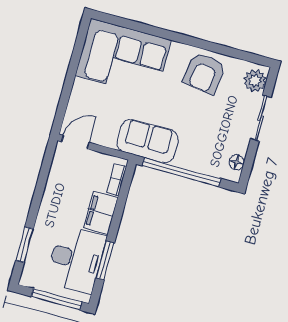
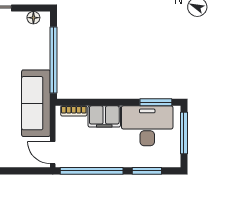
sofa: (148, 141) -> (36, 103), width x1.36
window: (42, 181) -> (92, 171), added
window: (105, 261) -> (156, 102), moved

